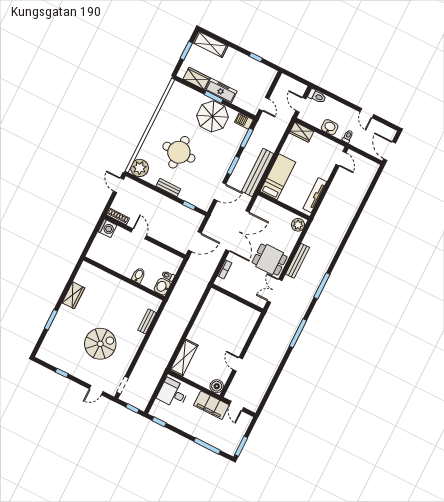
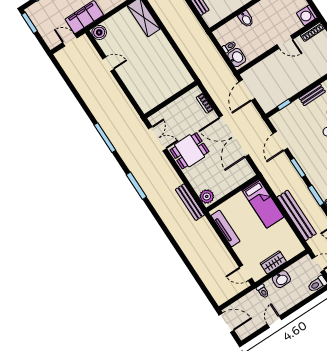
door: (367, 113) -> (274, 322), hinge flipped
wardrobe: (302, 132) -> (273, 262), moved
bench: (258, 172) -> (297, 215), moved
bench: (298, 261) -> (190, 202), moved
washbasin: (162, 287) -> (237, 58), moved

